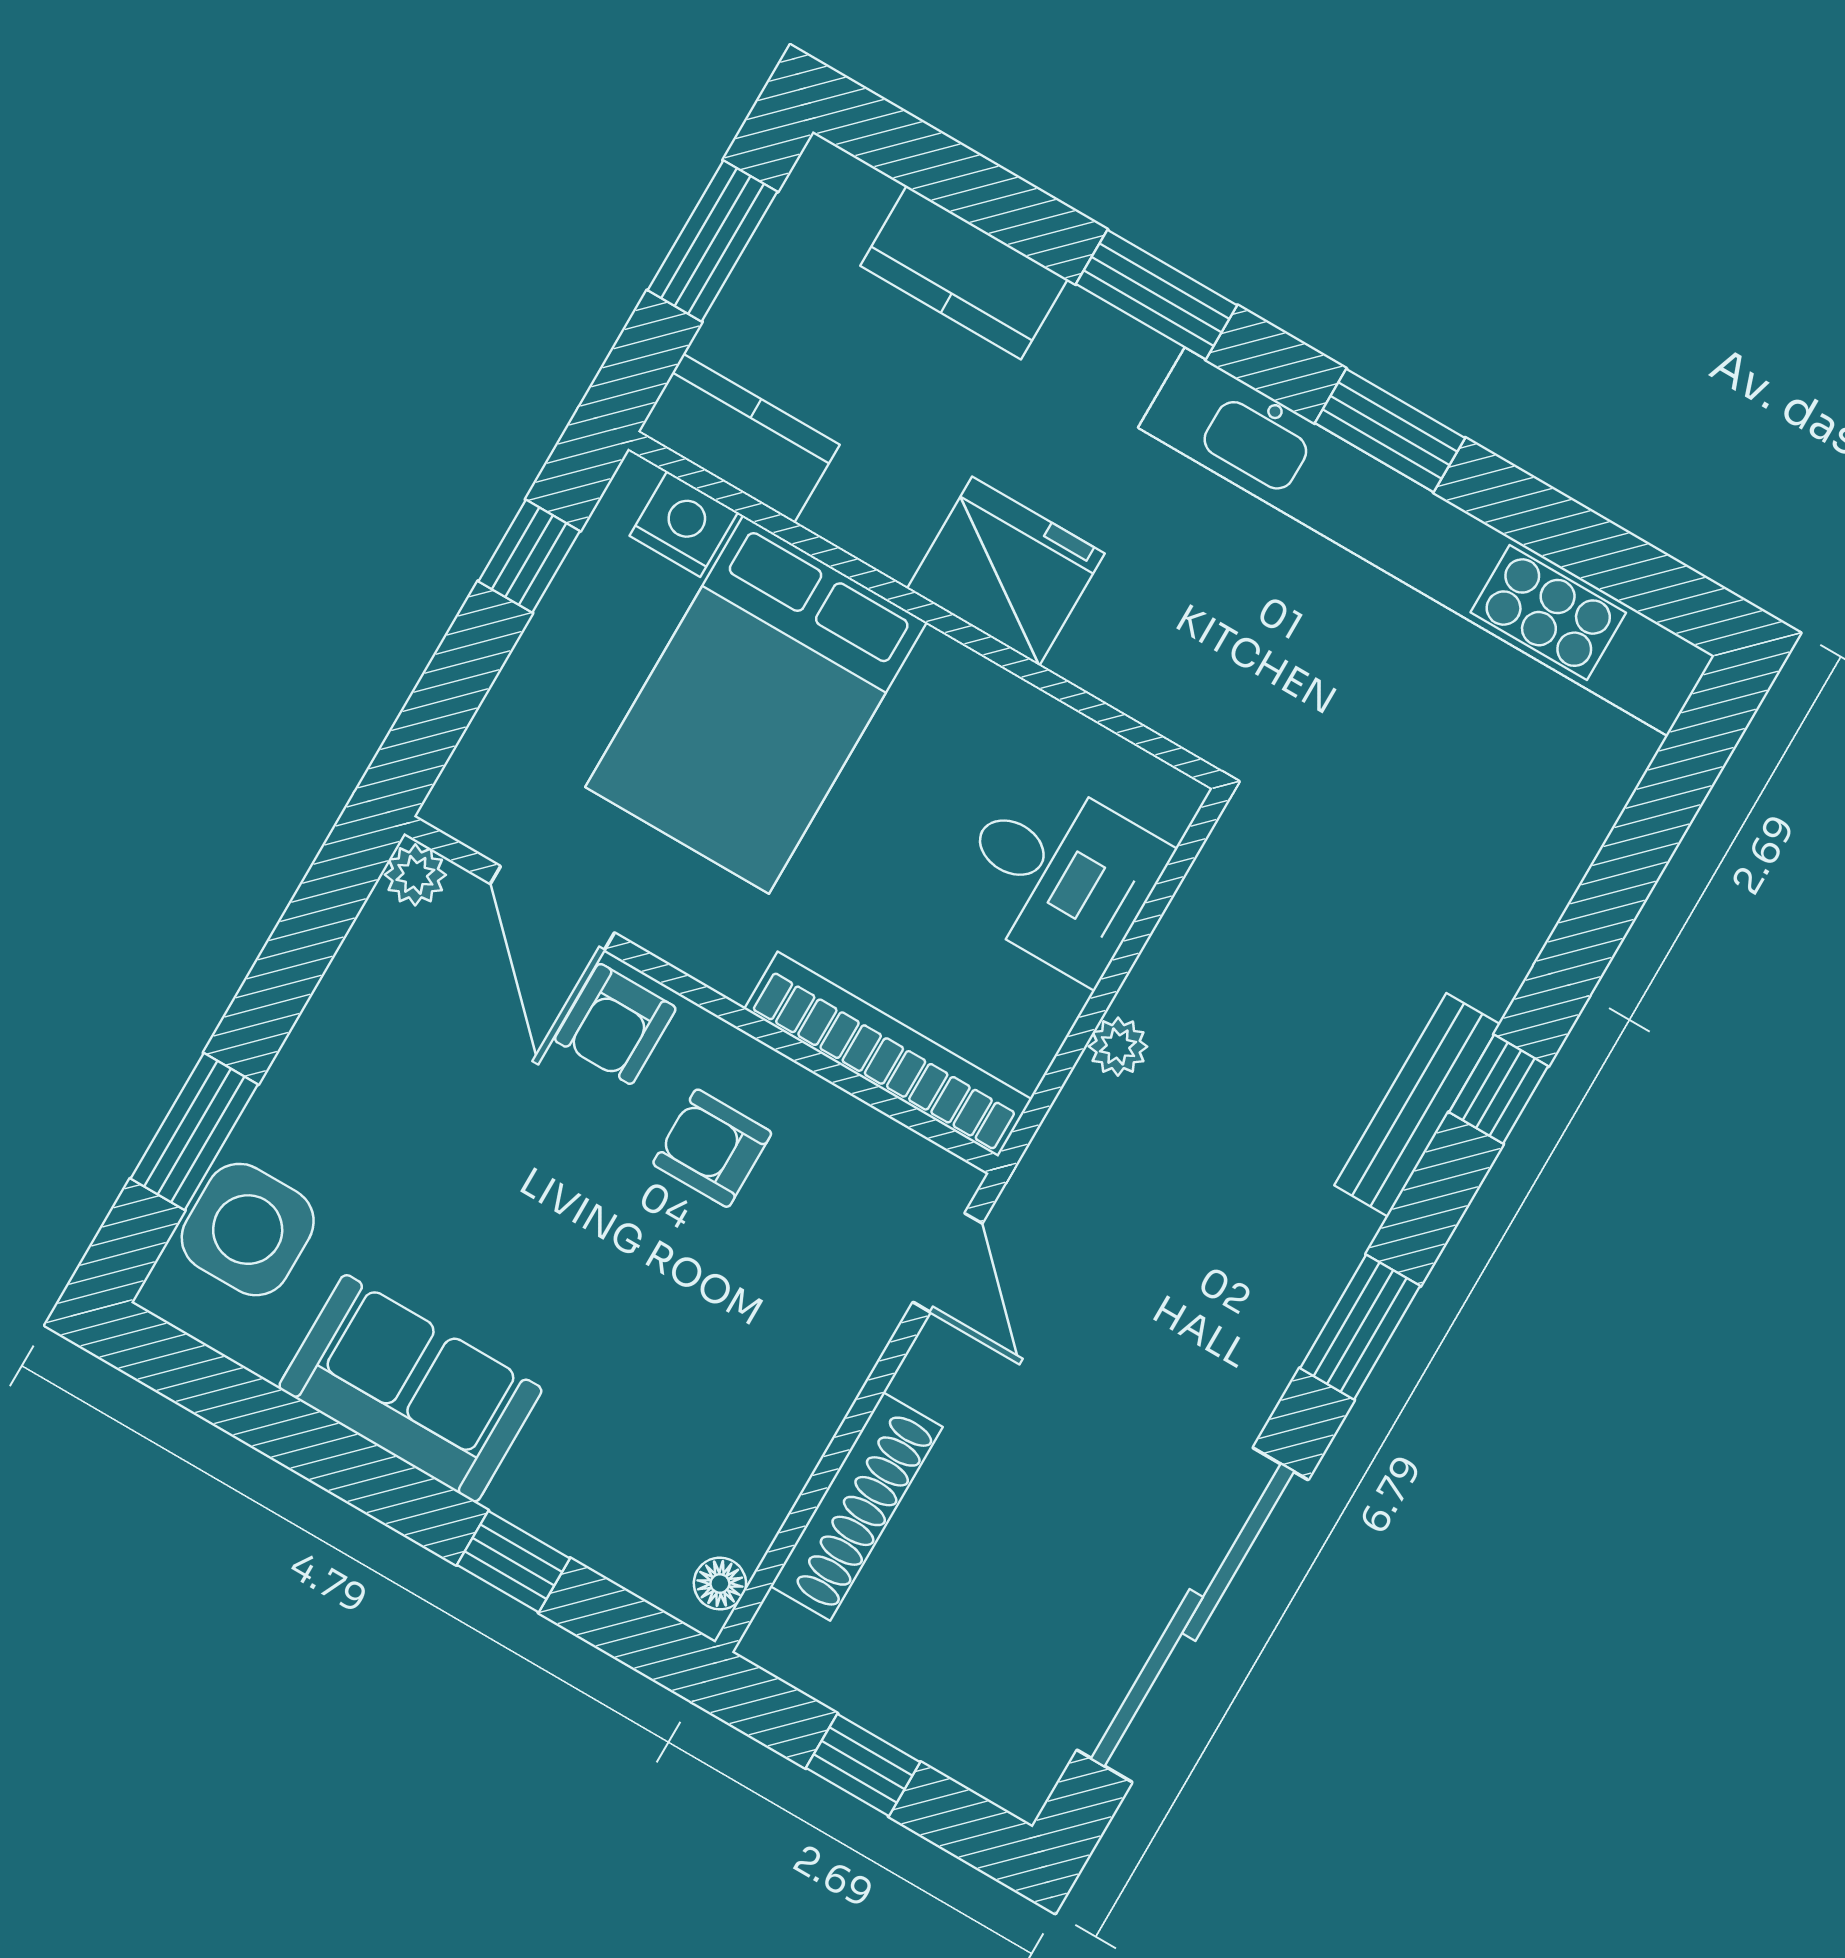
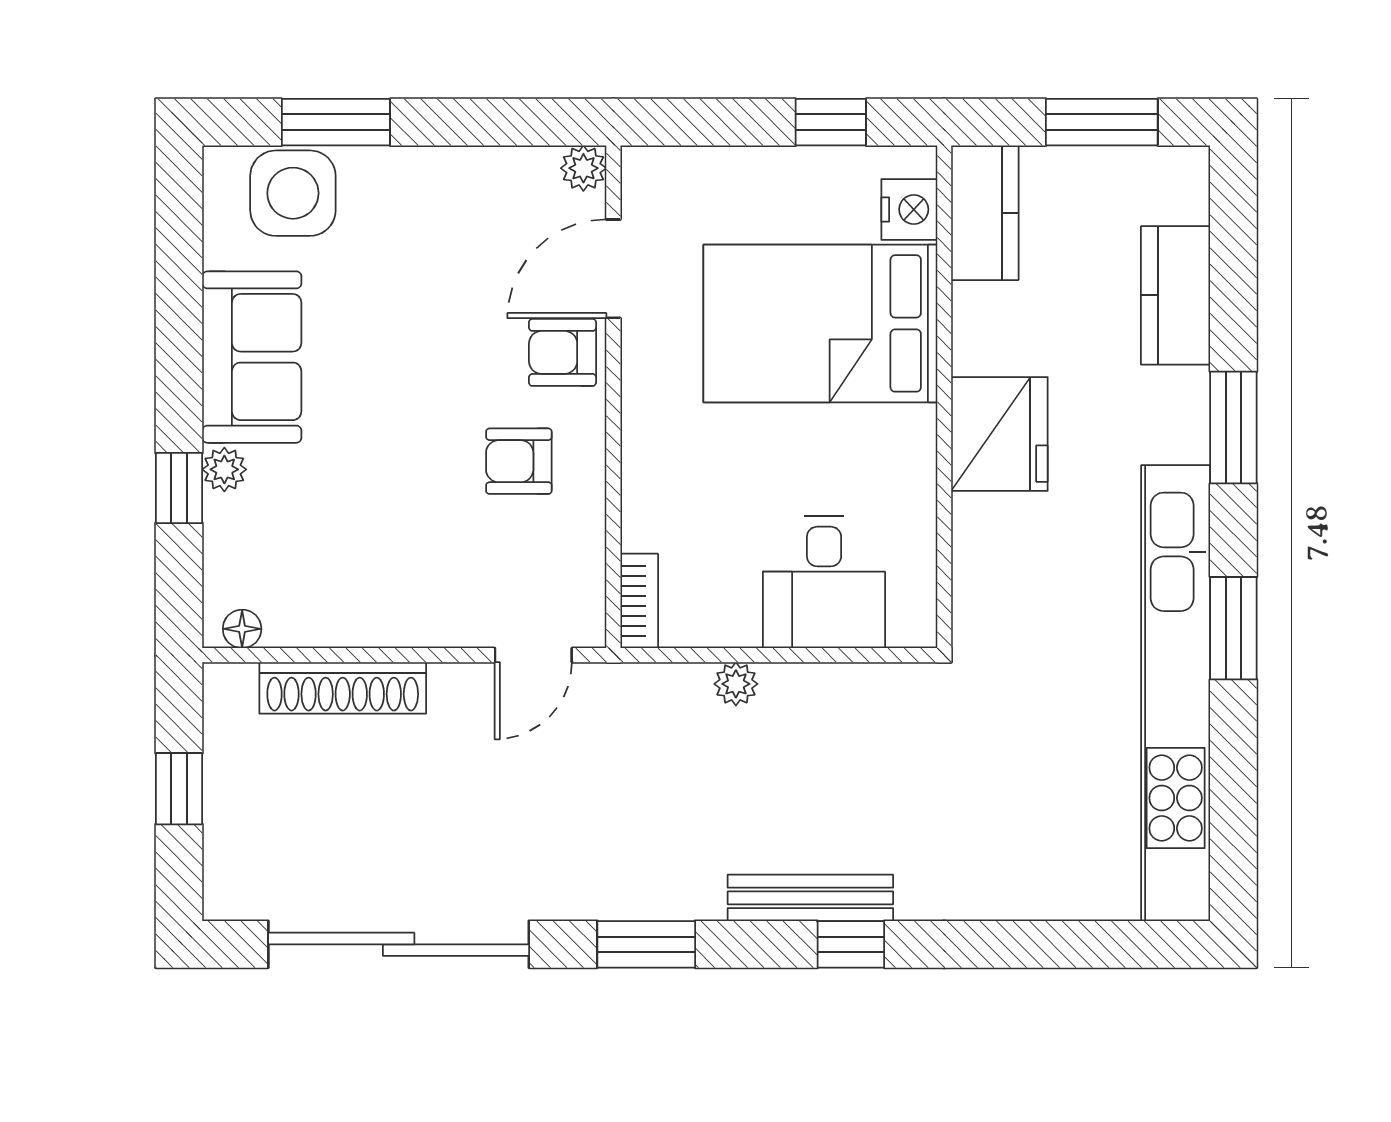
bookcase: (888, 1054) -> (639, 601), width x0.43, depth x0.76
armchair: (712, 1148) -> (519, 461), turned -90
plant: (523, 1496) -> (224, 469), added

